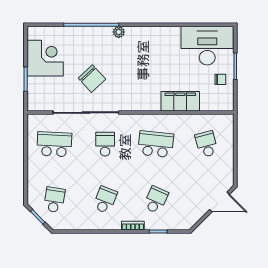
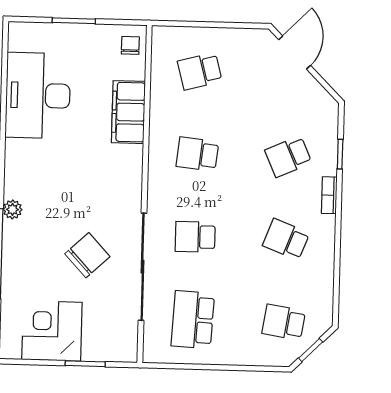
desk: (207, 46) -> (38, 95), moved
chair: (220, 79) -> (130, 45), moved
school desk: (156, 144) -> (197, 154), width x0.54
school desk: (156, 200) -> (288, 157), turned -48

